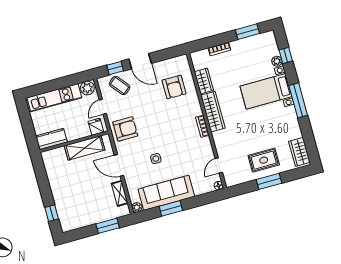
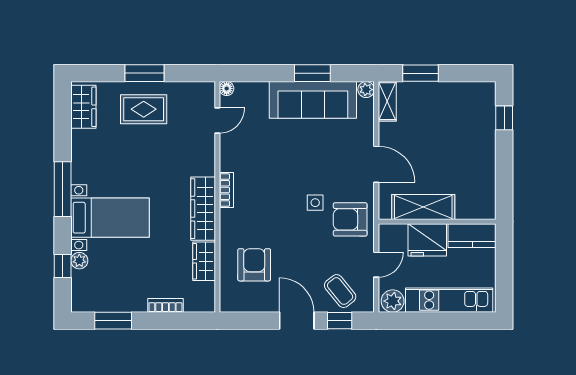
fridge: (96, 127) -> (427, 240), moved, width x1.88, depth x1.34
side table: (156, 159) -> (315, 203), moved
shelving: (120, 193) -> (387, 101), moved

